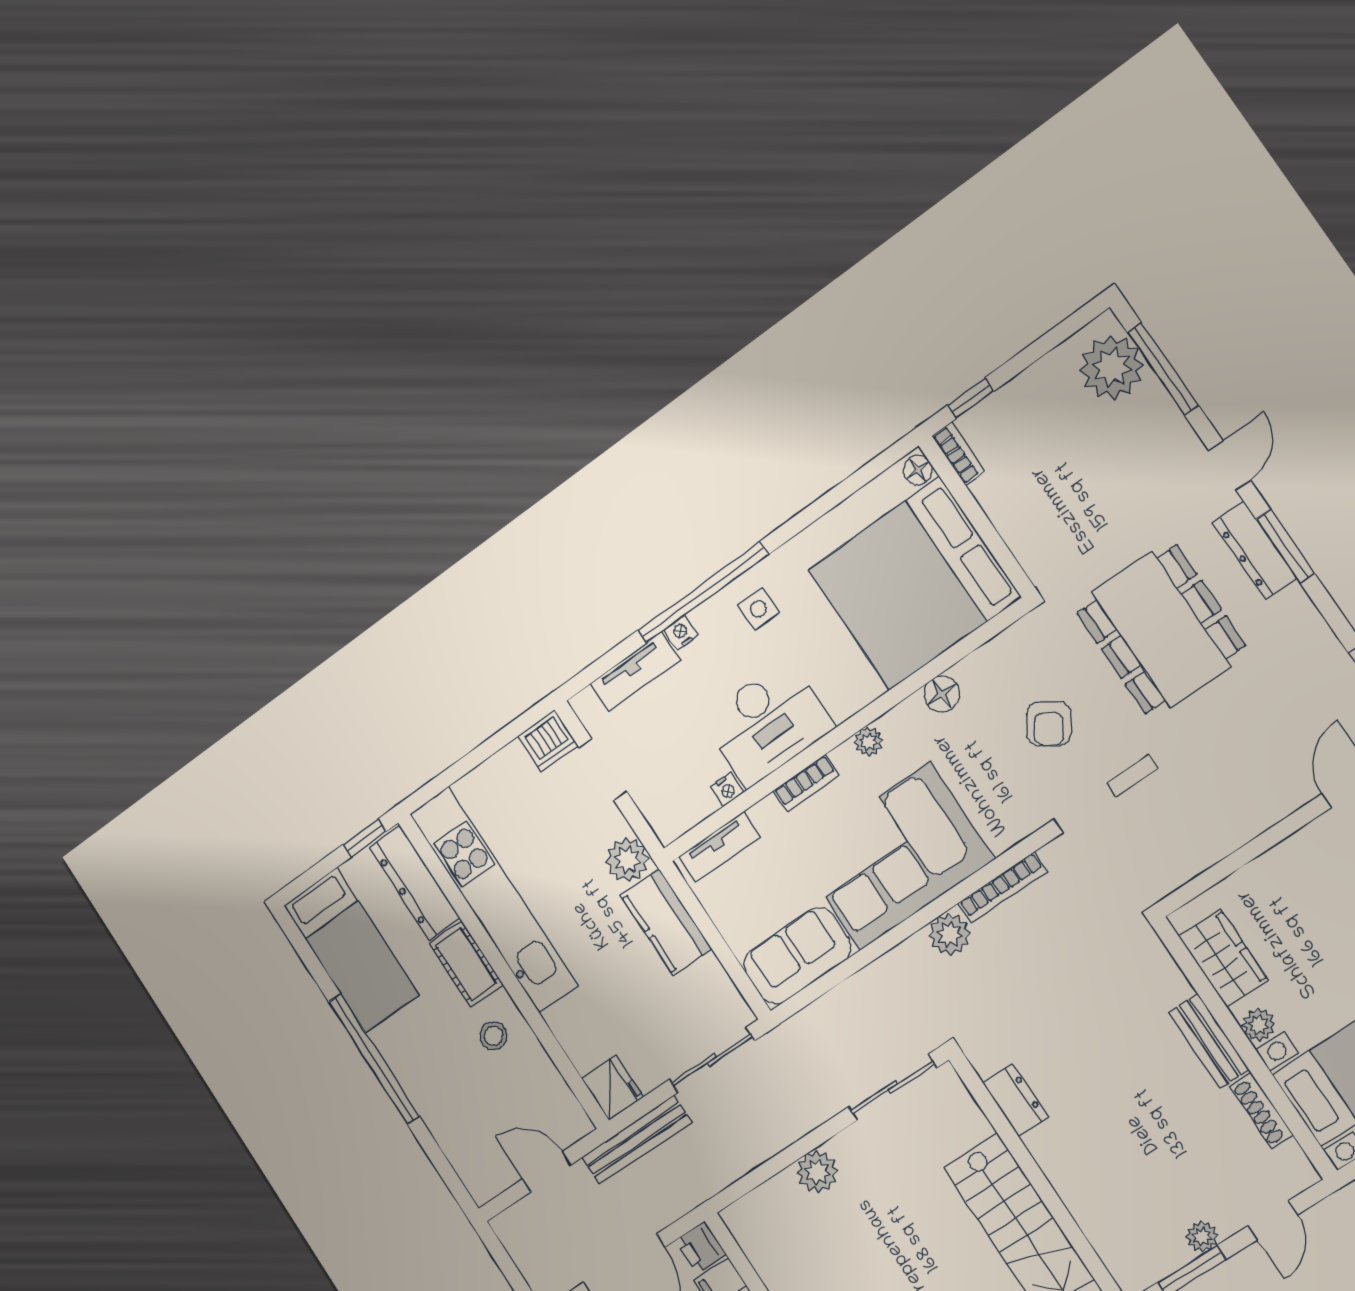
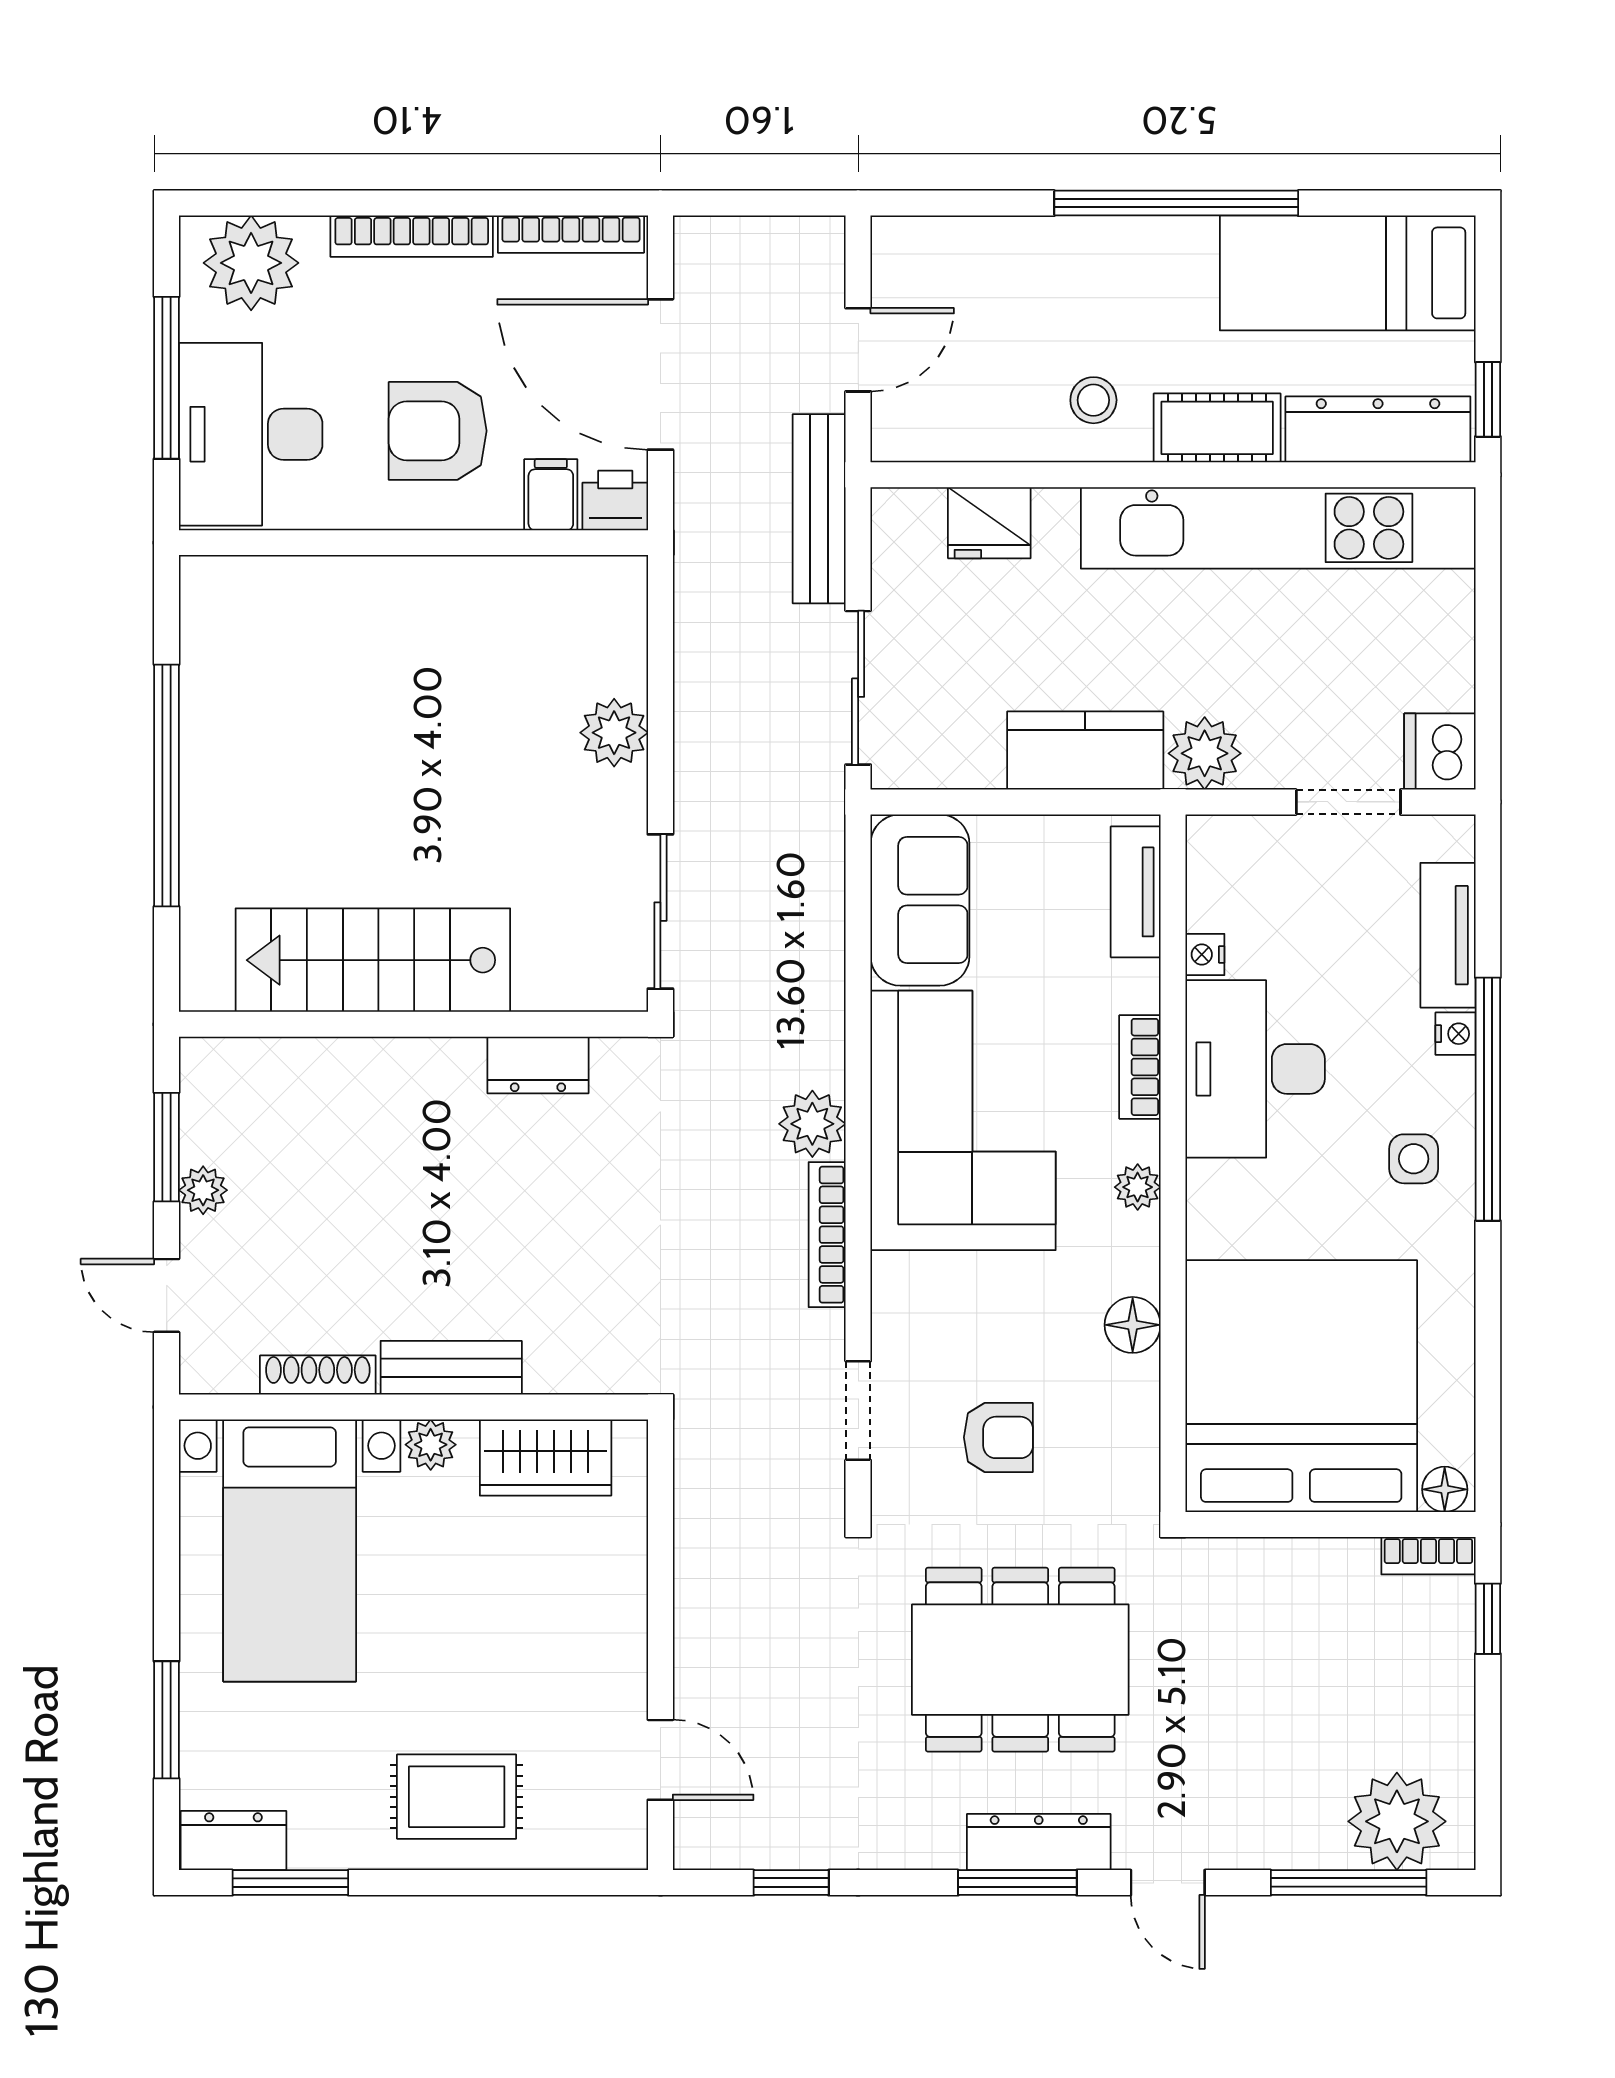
armchair: (1049, 724) -> (998, 1437), turned 147
fridge: (612, 1088) -> (989, 523), moved

